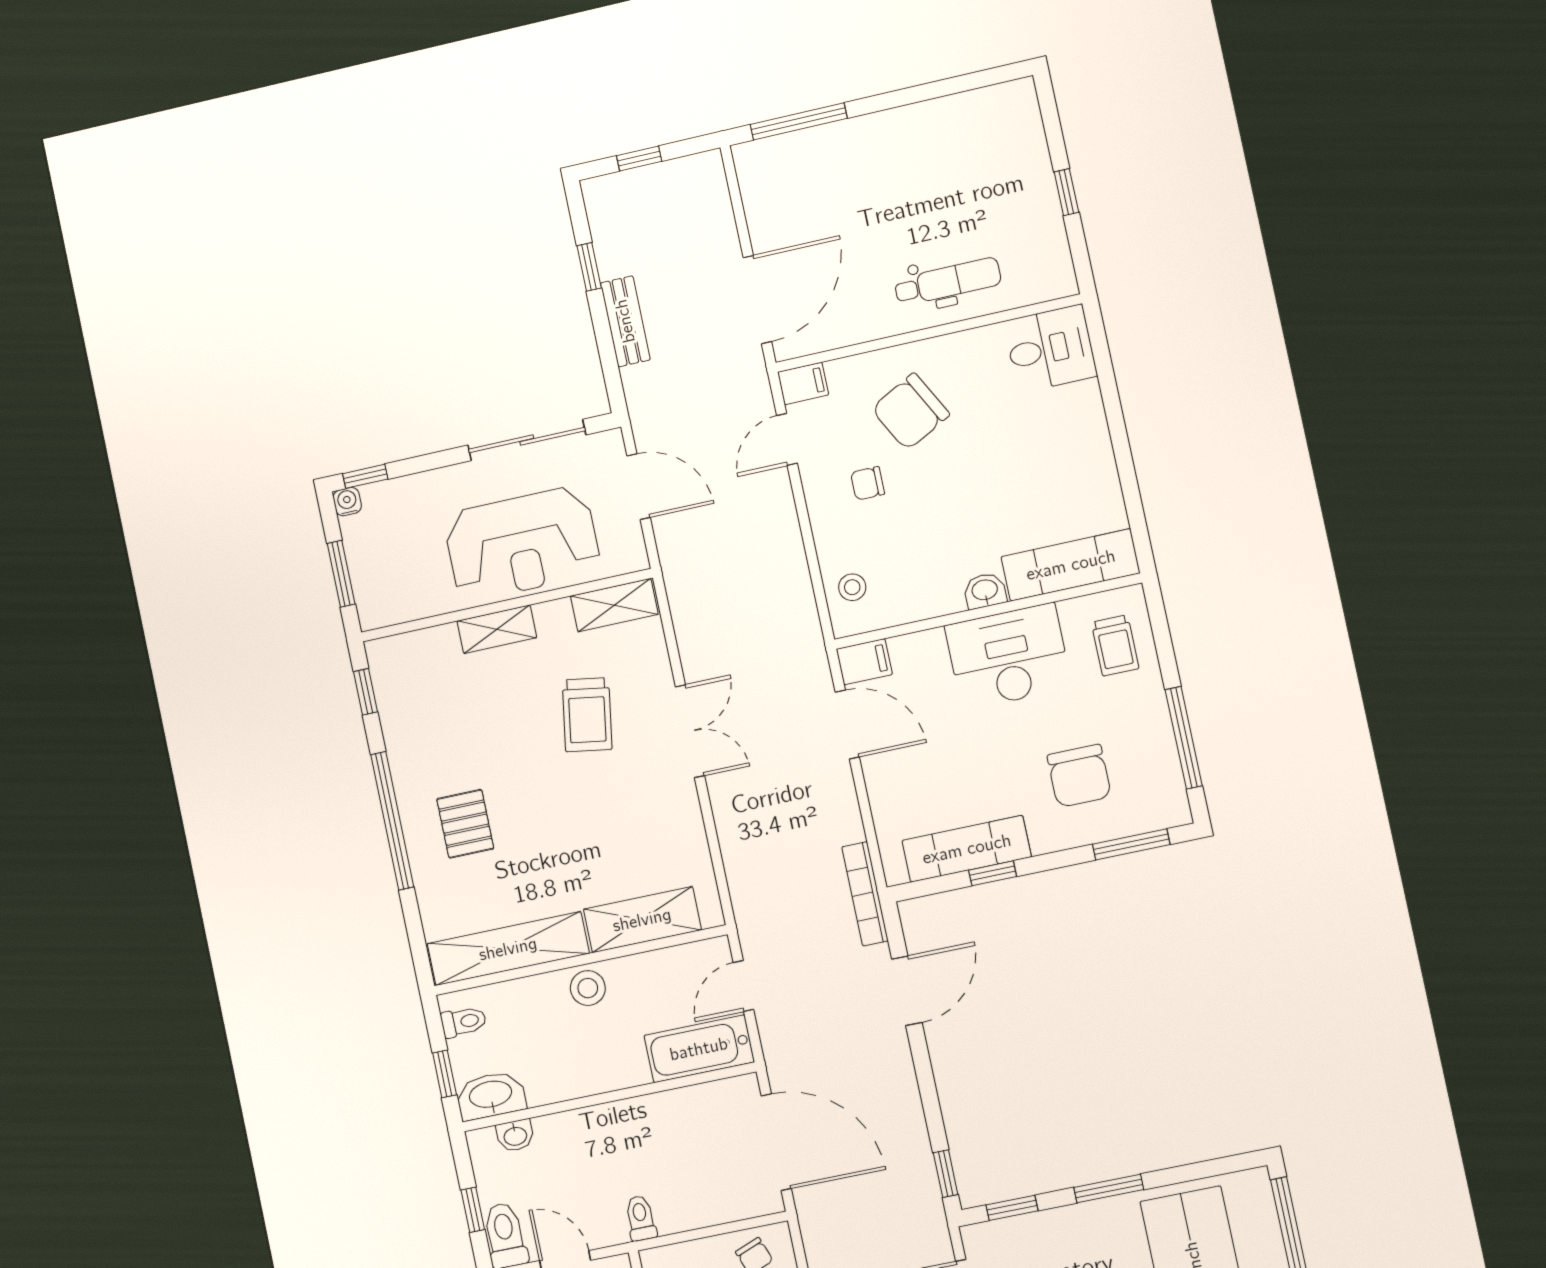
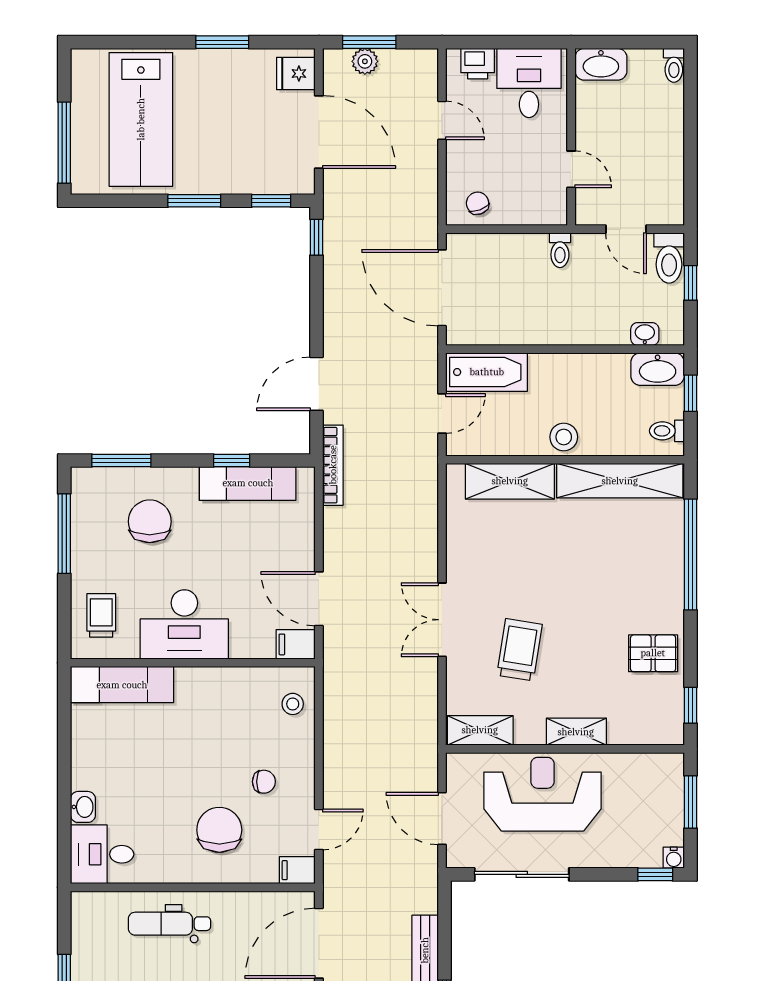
chair: (910, 412) -> (219, 830), turned -62
washbasin: (985, 591) -> (83, 807), moved, turned -90
window: (392, 821) -> (690, 554), moved
pallet: (465, 824) -> (653, 653), moved, turned 90

